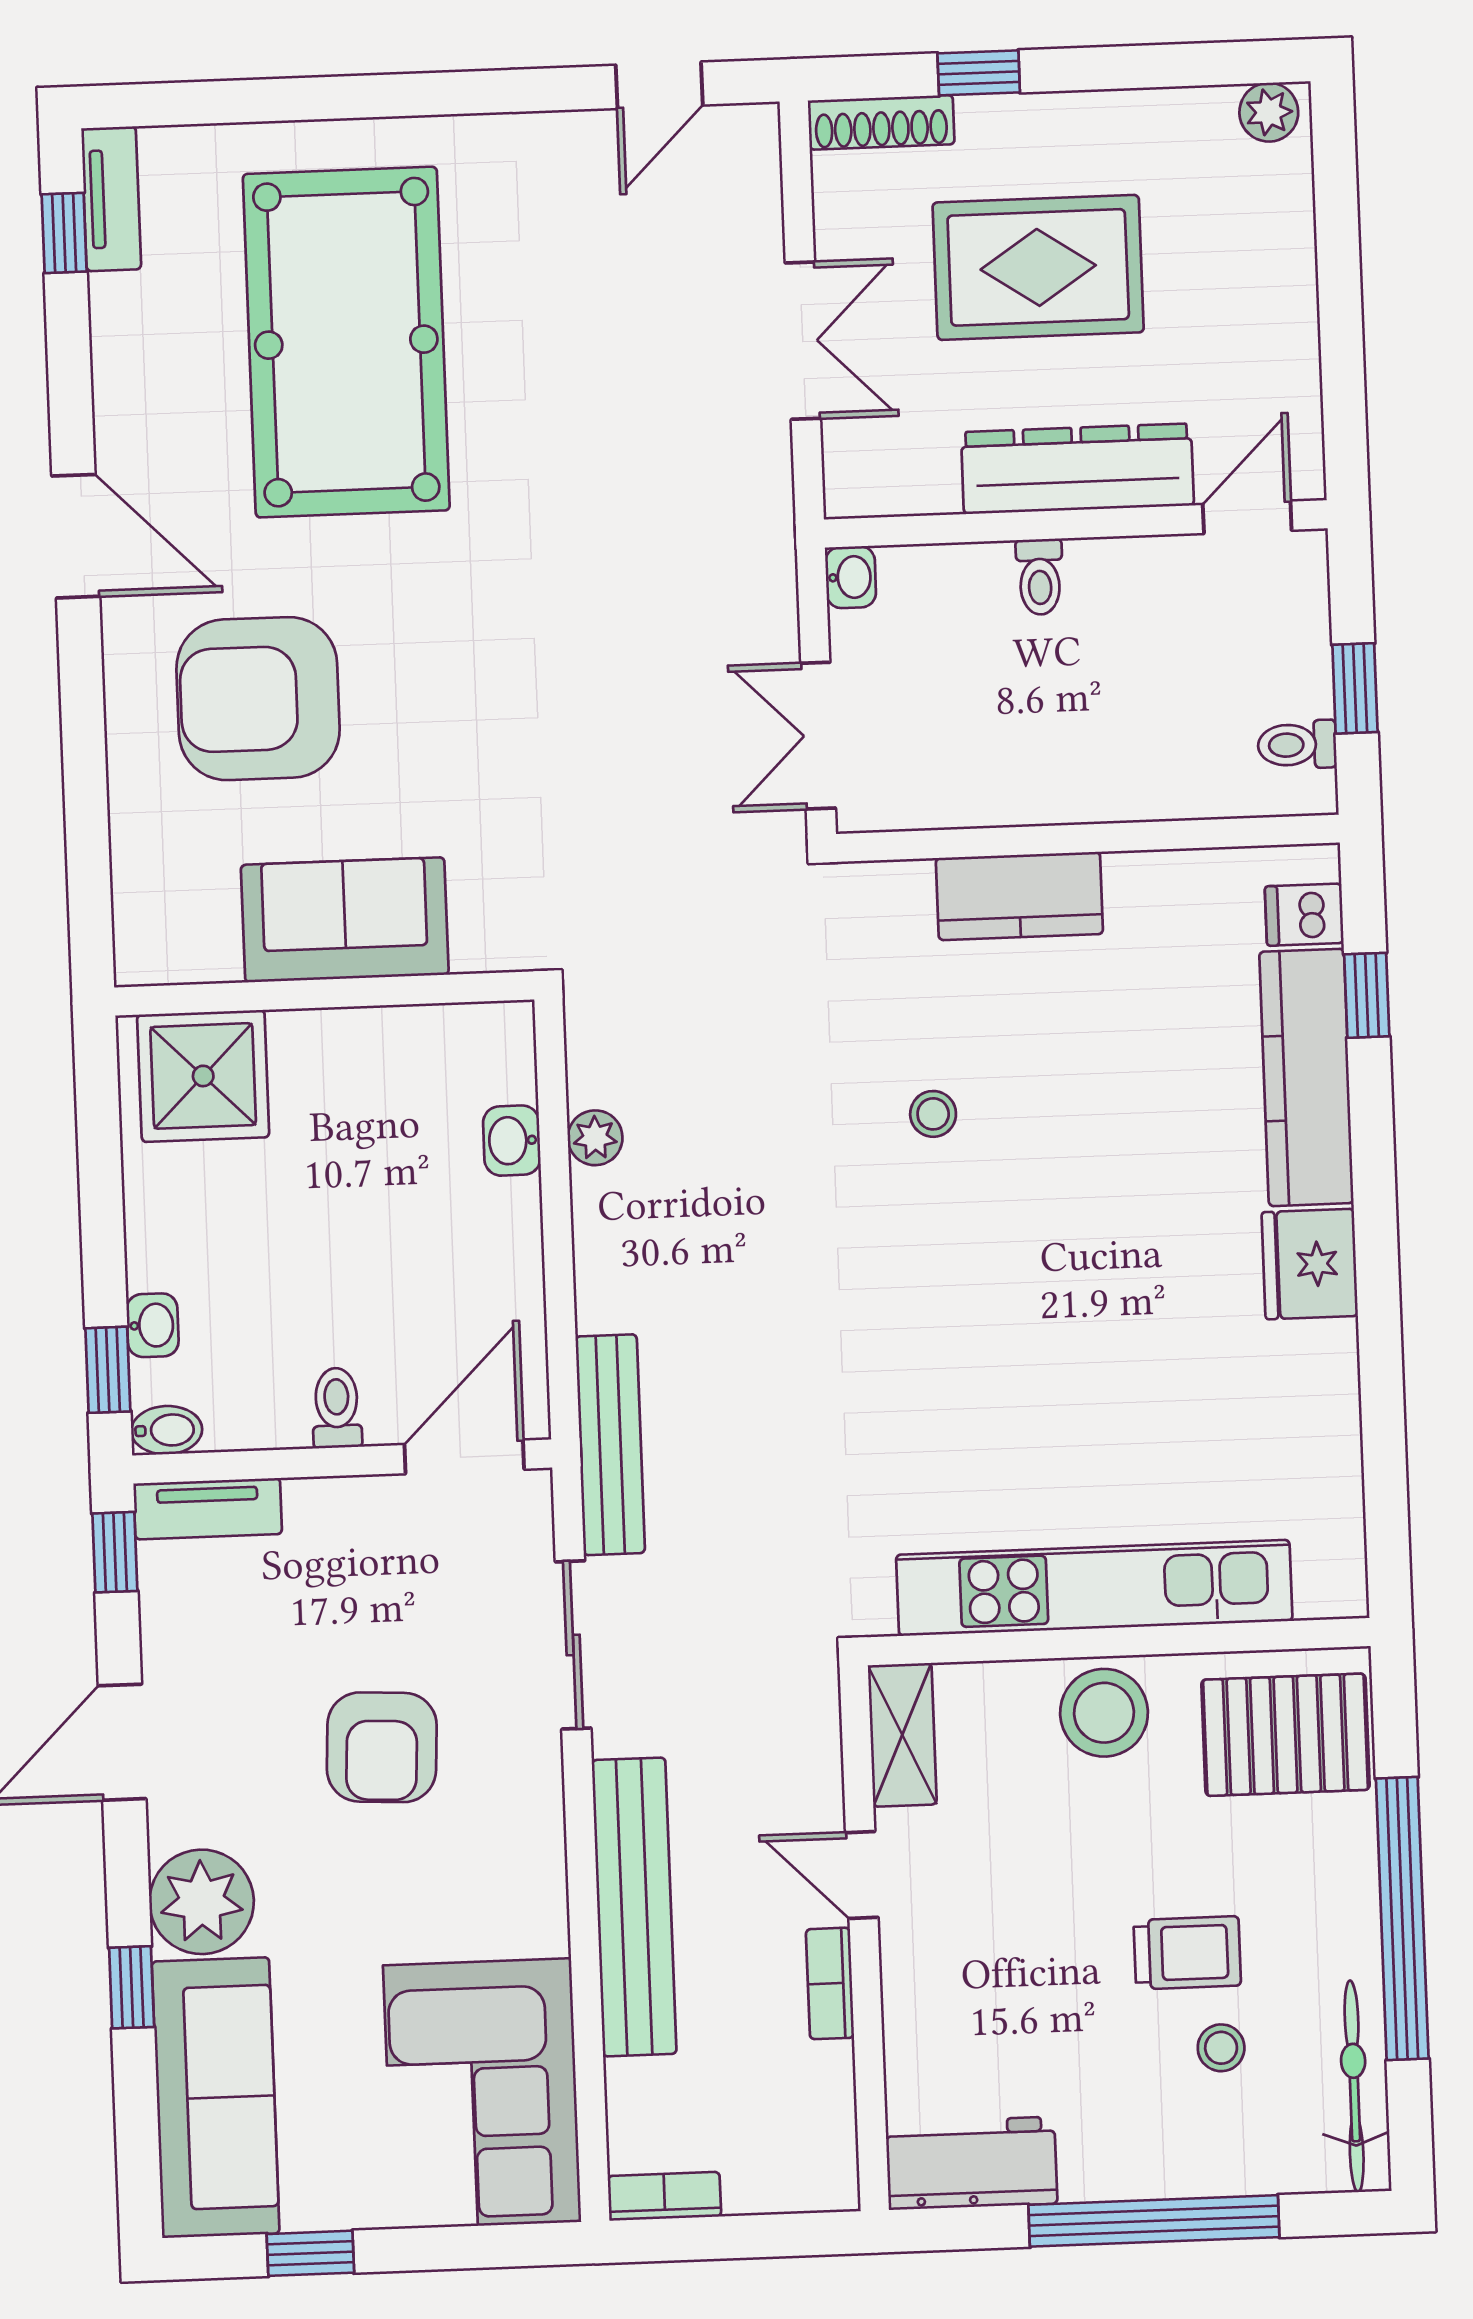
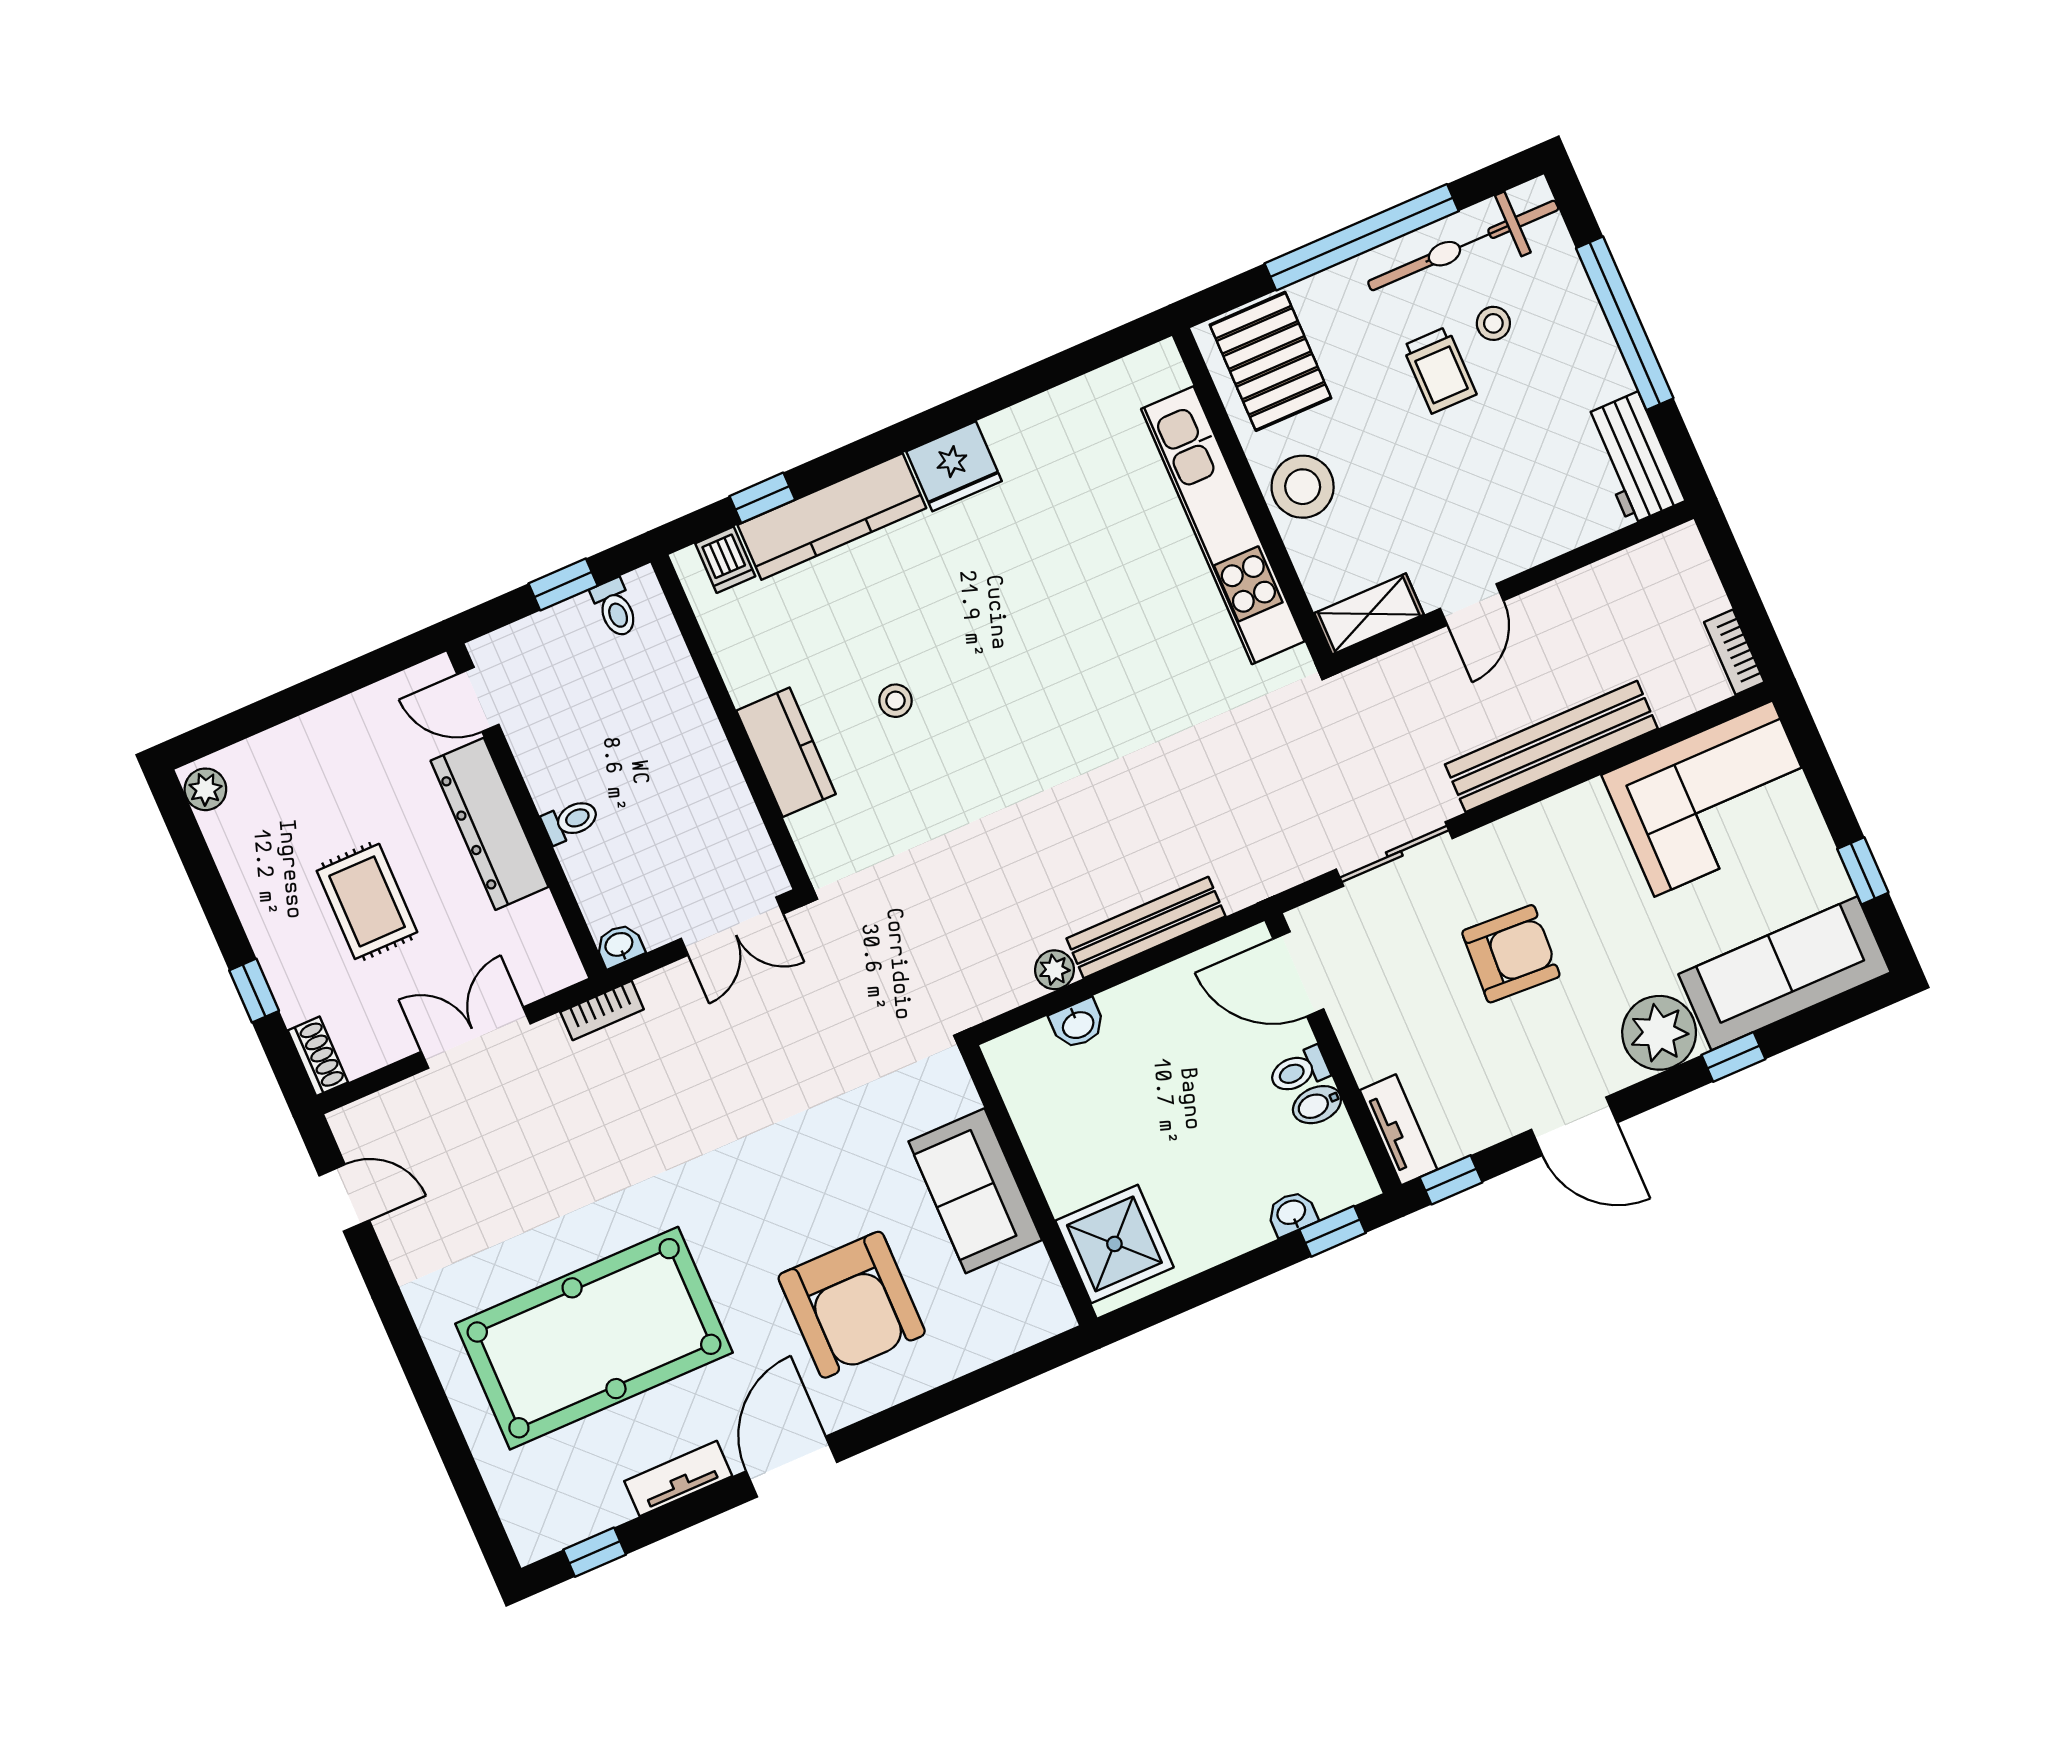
shoe rack: (881, 122) -> (318, 1056), width x0.70
tv unit: (111, 199) -> (678, 1479), moved
rug: (1038, 267) -> (367, 901), width x0.73, depth x0.70
stool: (933, 1114) -> (895, 701), moved
bidet: (167, 1430) -> (1317, 1105), moved, turned -90
bench: (610, 1445) -> (1146, 927), moved
trolley: (1187, 1953) -> (1439, 370), turned 180
bookcase: (830, 1983) -> (602, 1011), moved
bicycle: (1354, 2086) -> (1463, 246), width x1.37, depth x1.40

